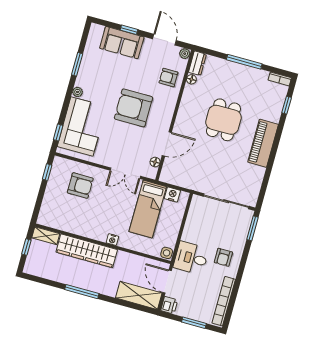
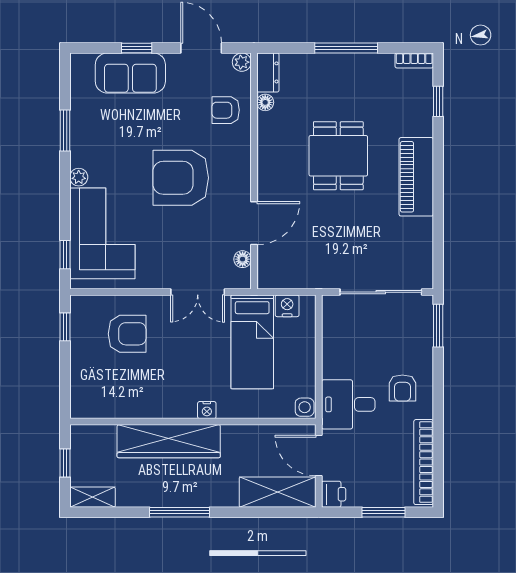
shelving: (46, 236) -> (93, 497), moved

